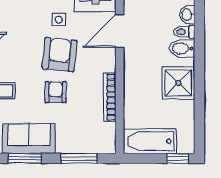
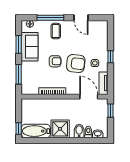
bathtub: (150, 141) -> (36, 131), moved, turned -90

